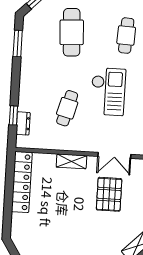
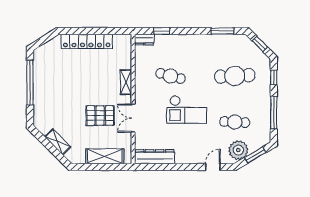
dresser: (23, 123) -> (144, 40), moved
locker: (22, 182) -> (87, 41), moved

